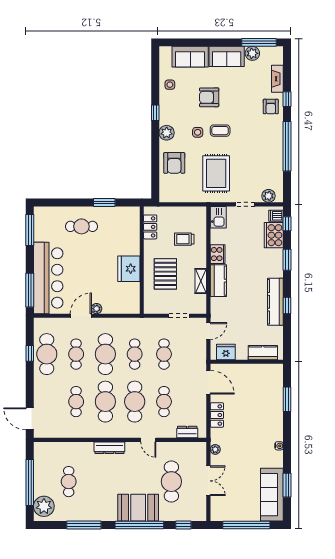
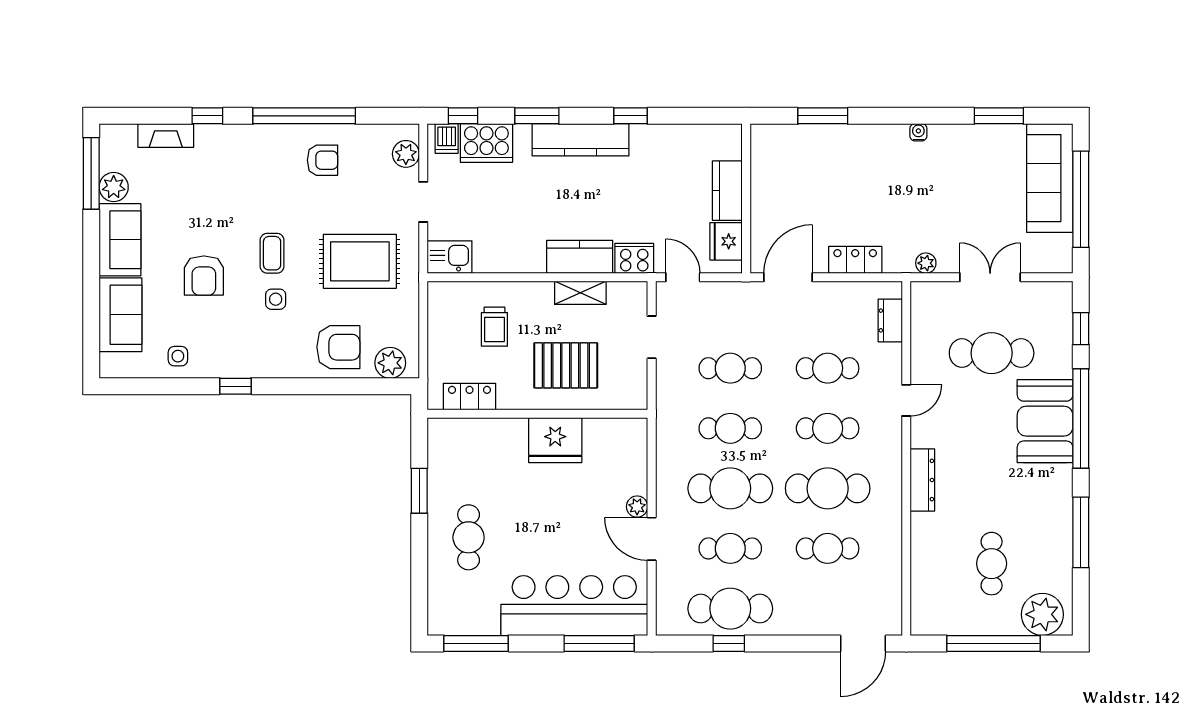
armchair: (271, 107) -> (323, 160), moved
plant: (167, 133) -> (390, 363), moved
cooker: (218, 254) -> (634, 258), moved
kitchen counter: (275, 302) -> (581, 140), moved
kitchen counter: (263, 353) -> (727, 191), moved
cafe table: (135, 402) -> (828, 428), width x0.73, depth x0.74
cafe table: (69, 482) -> (992, 564), turned 90
sofa: (272, 495) -> (1050, 178), moved, turned 90

